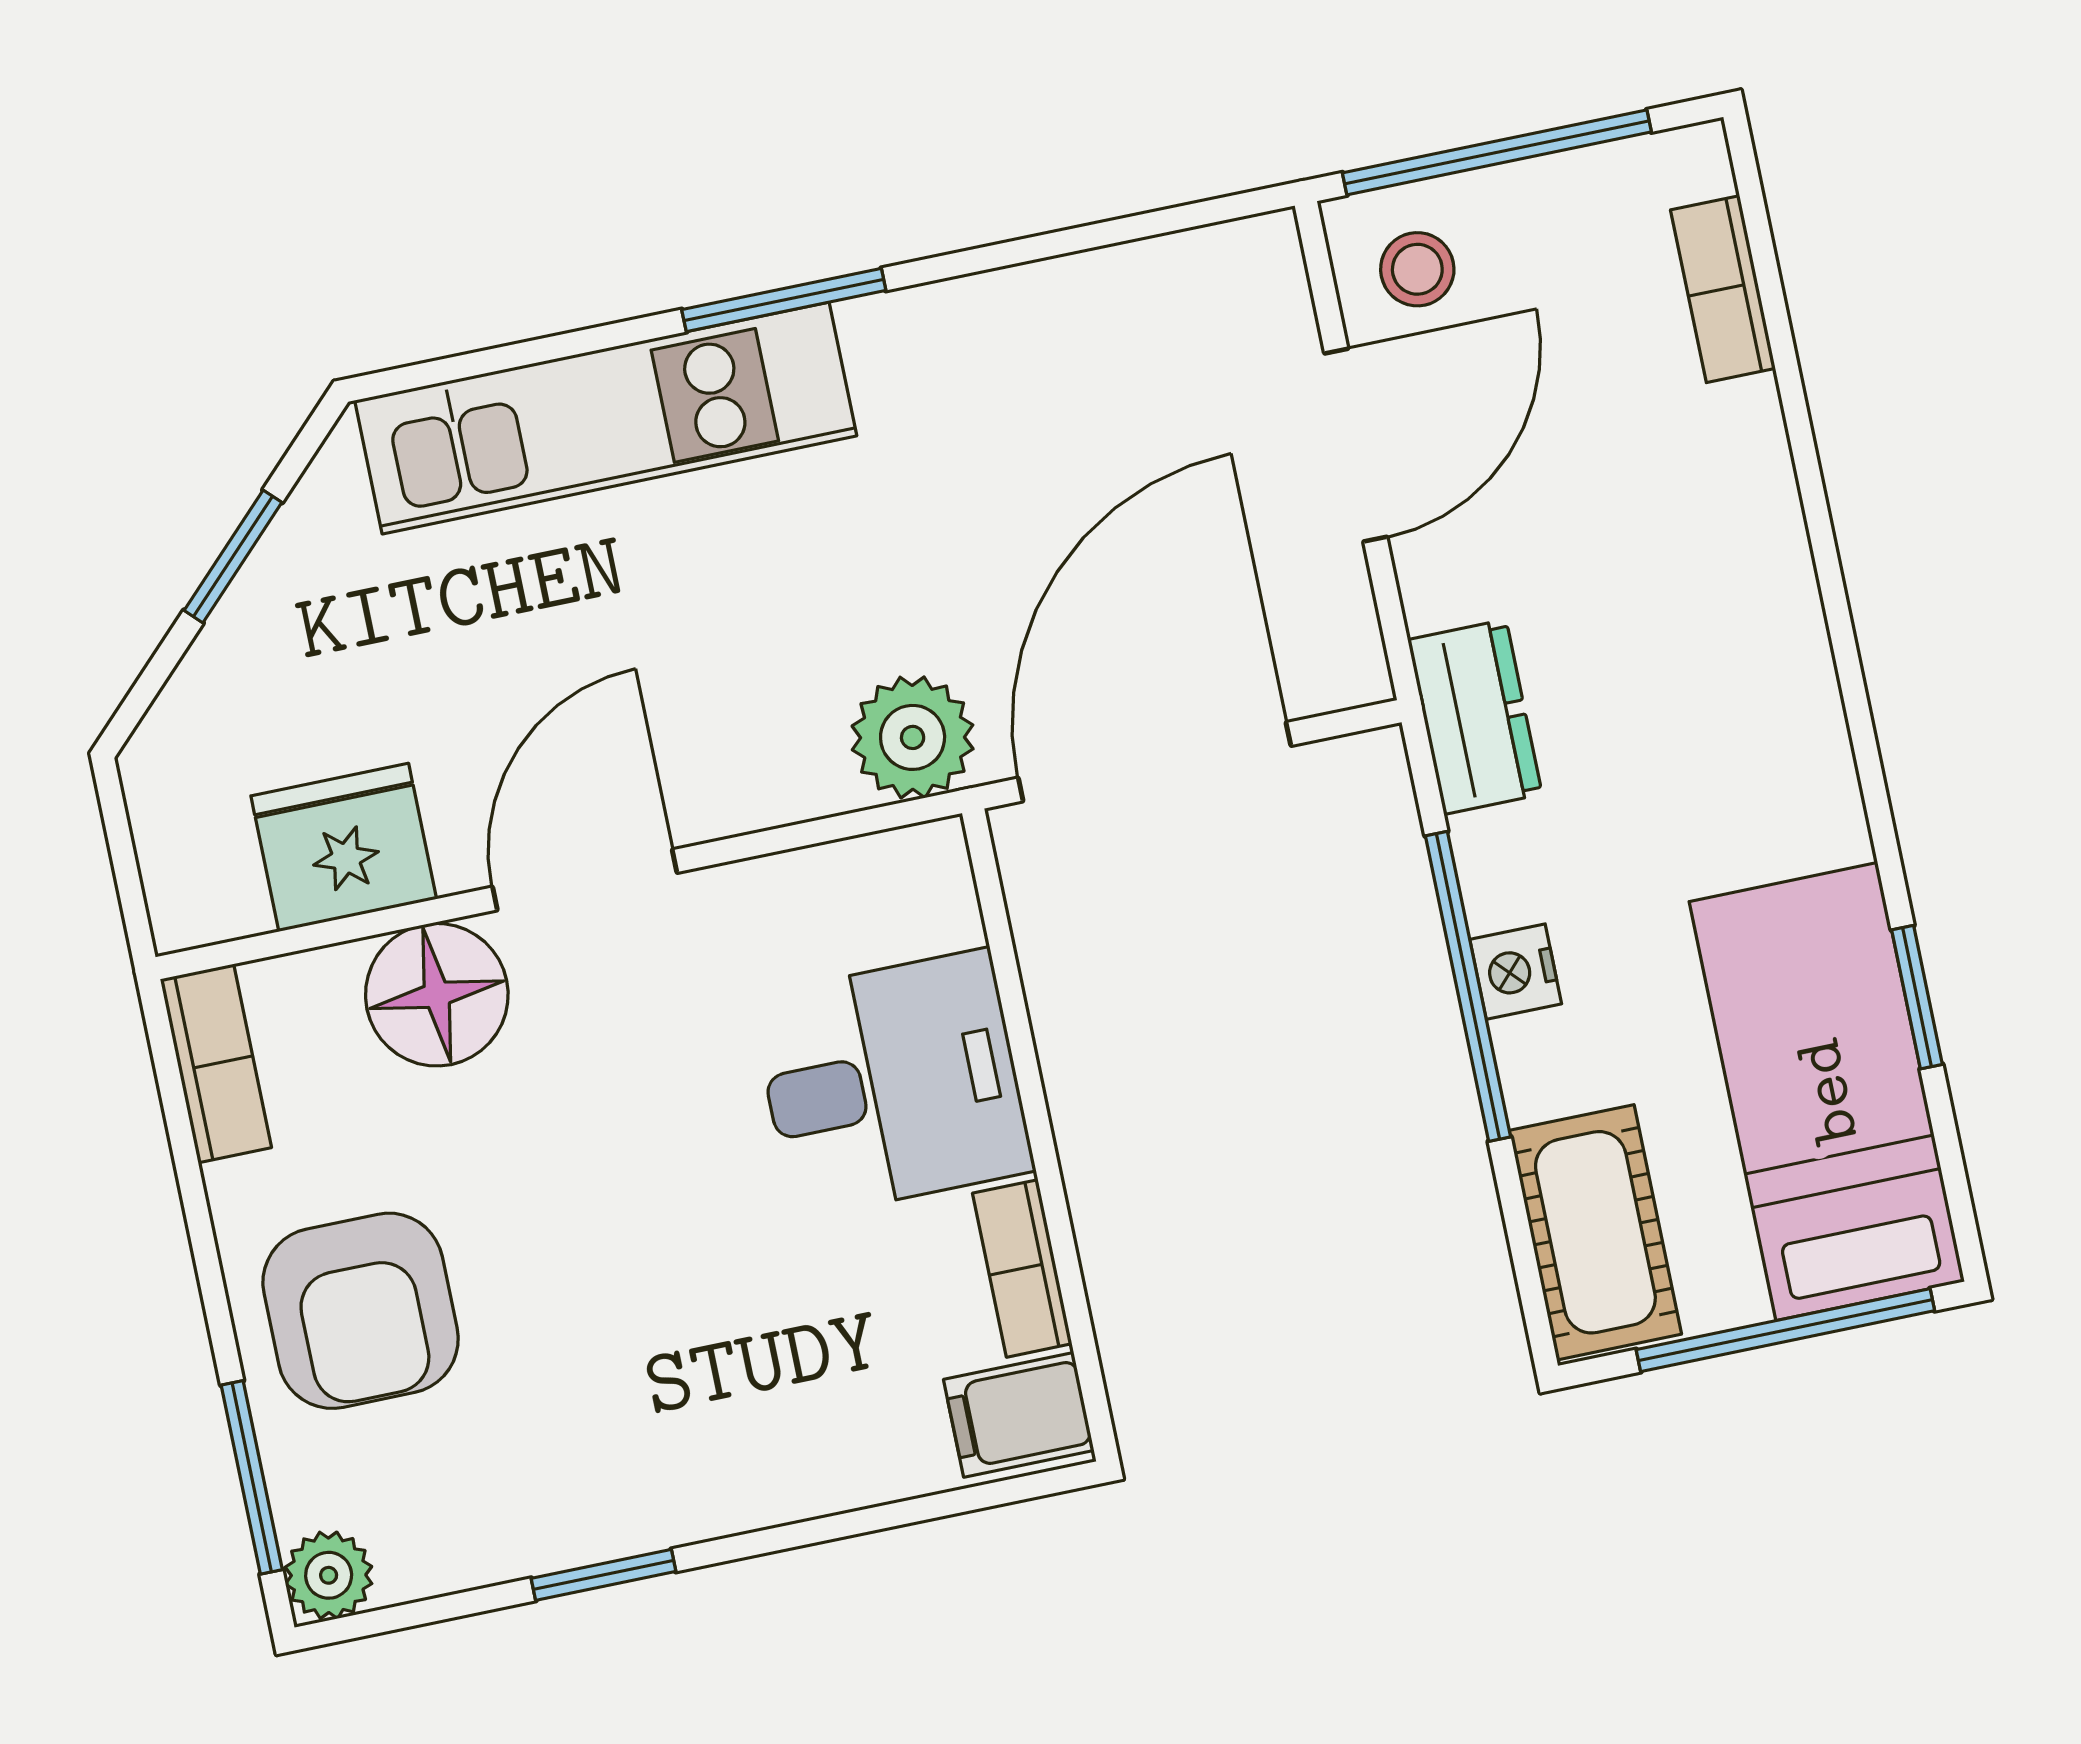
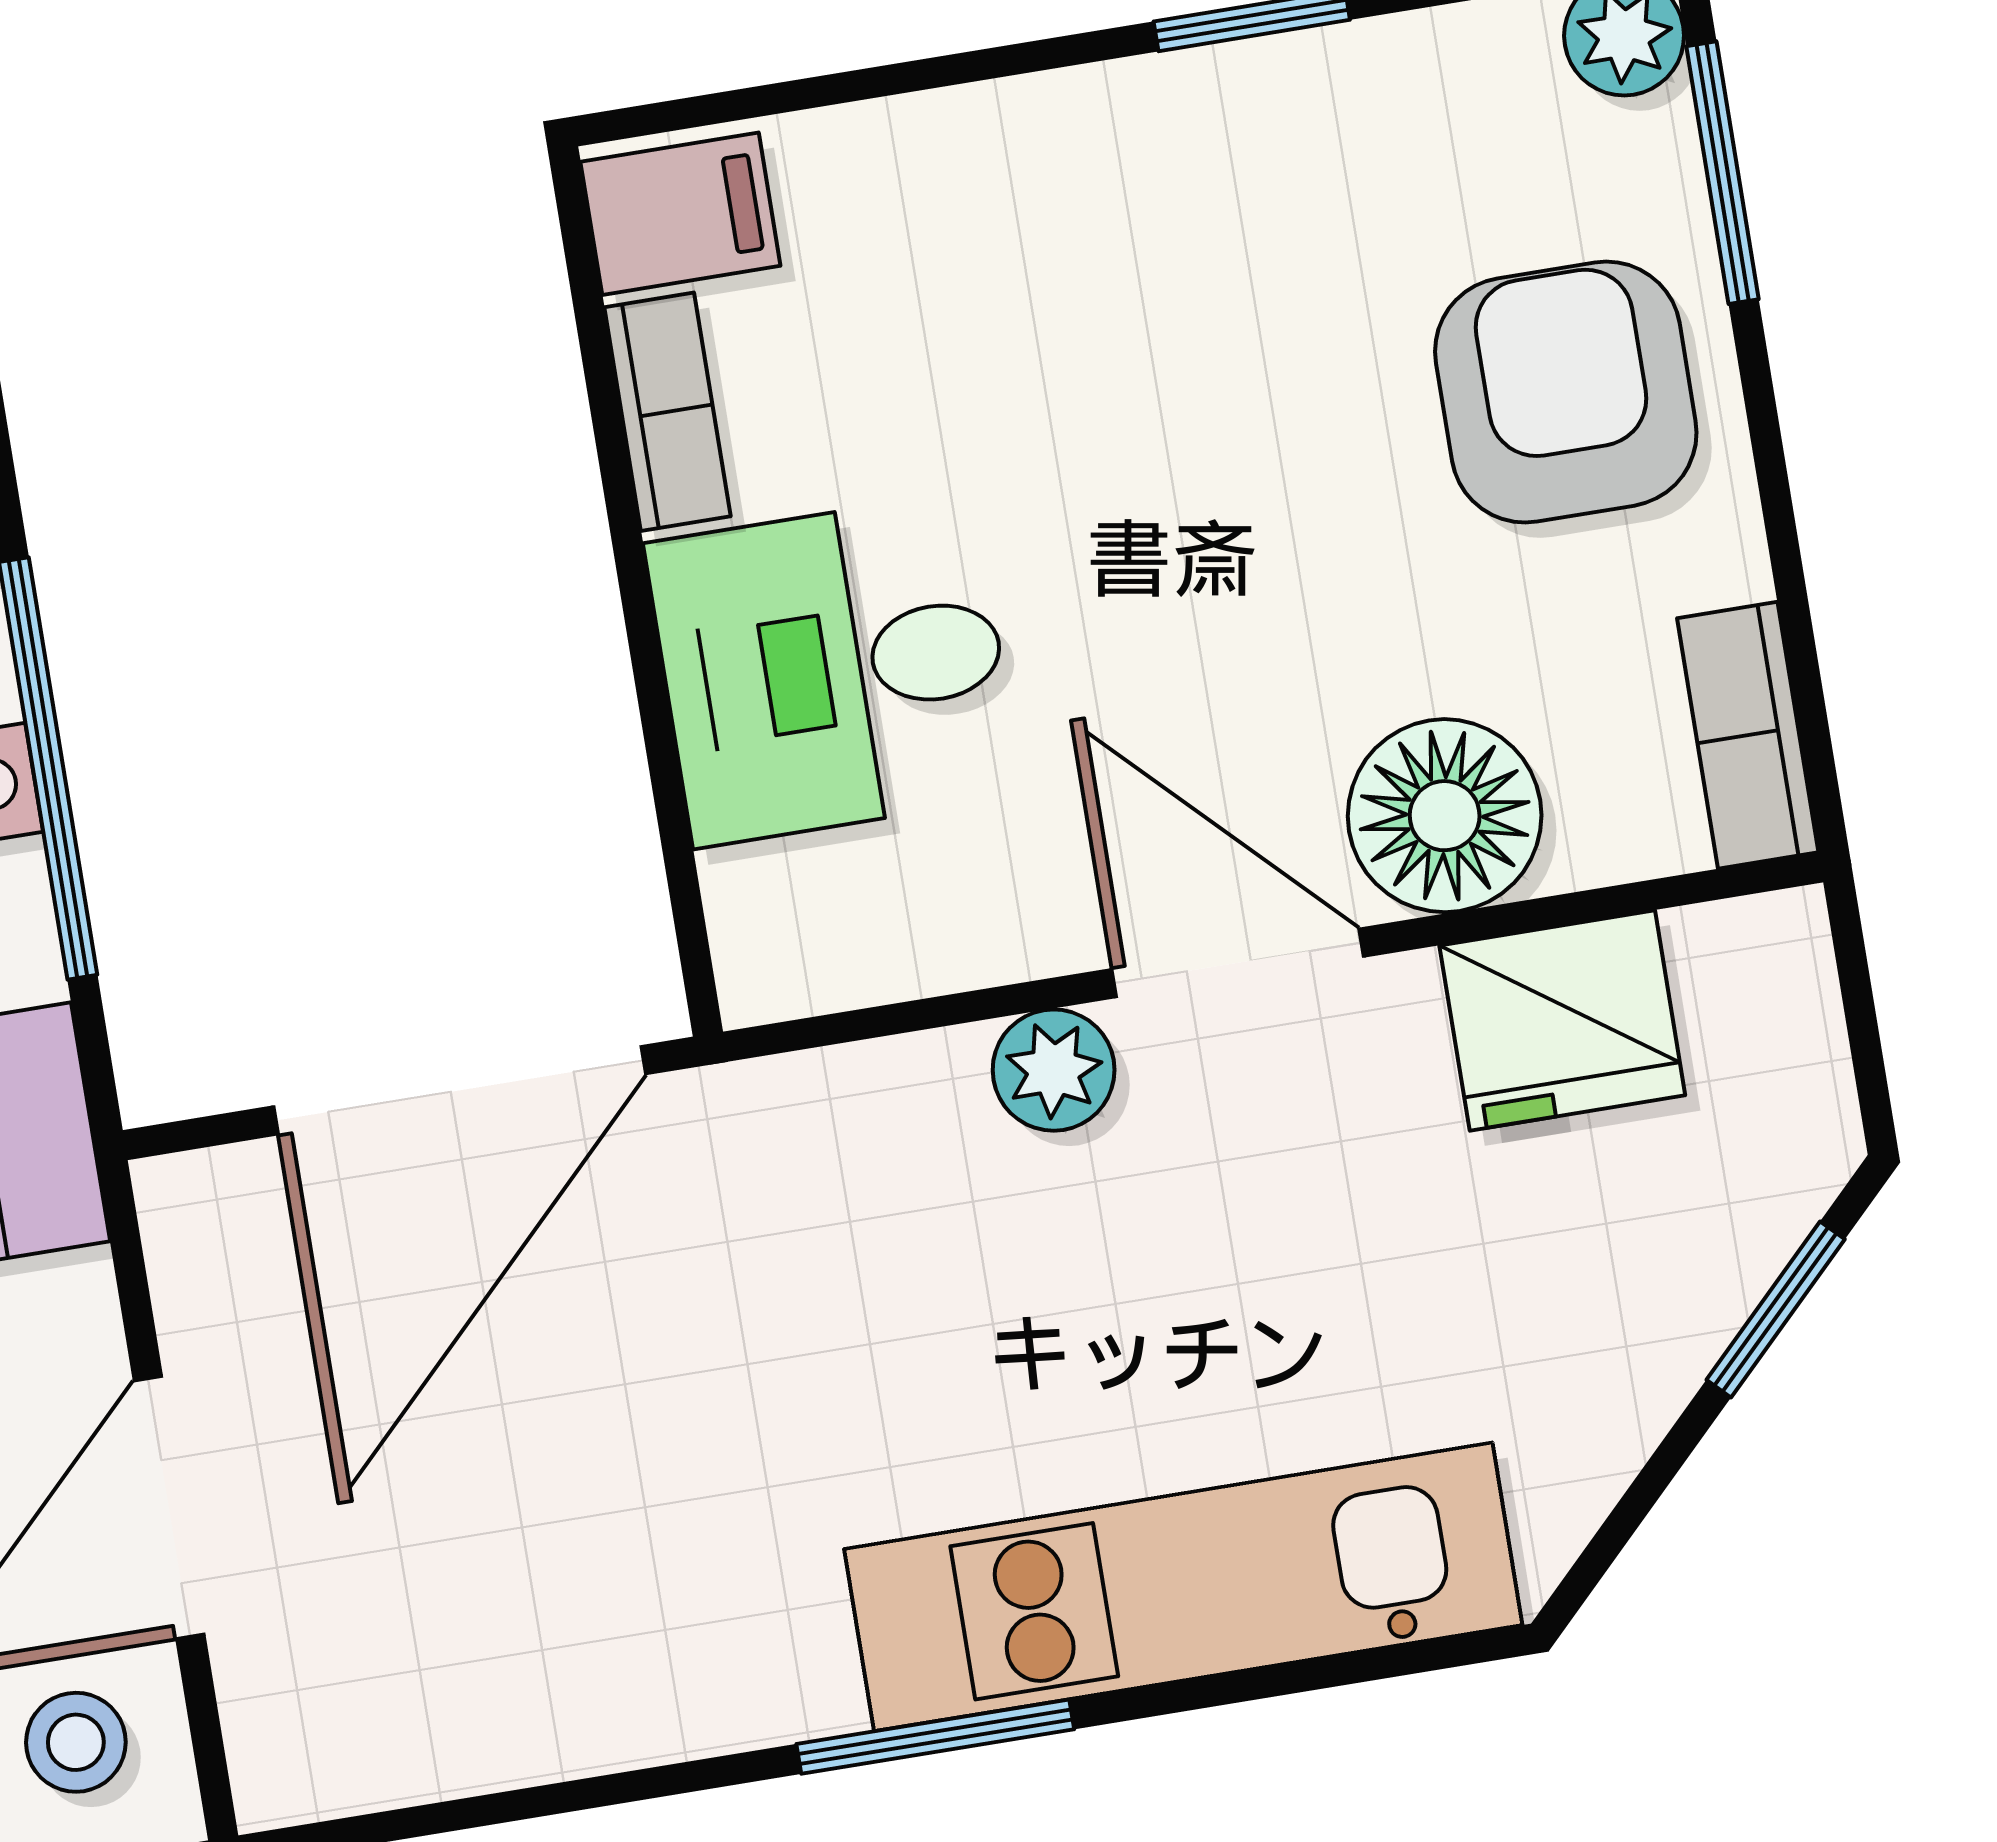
window: (233, 556) -> (1776, 1309), moved
plant: (913, 737) -> (1054, 1070), moved, width x0.73, depth x0.73
door: (585, 880) -> (1238, 963), swing flipped

